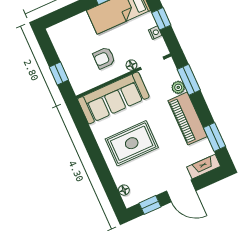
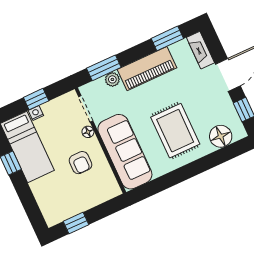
nightstand: (155, 33) -> (36, 113), moved
window: (59, 74) -> (76, 223), moved
floor lamp: (124, 190) -> (221, 136), width x1.89, depth x1.89

